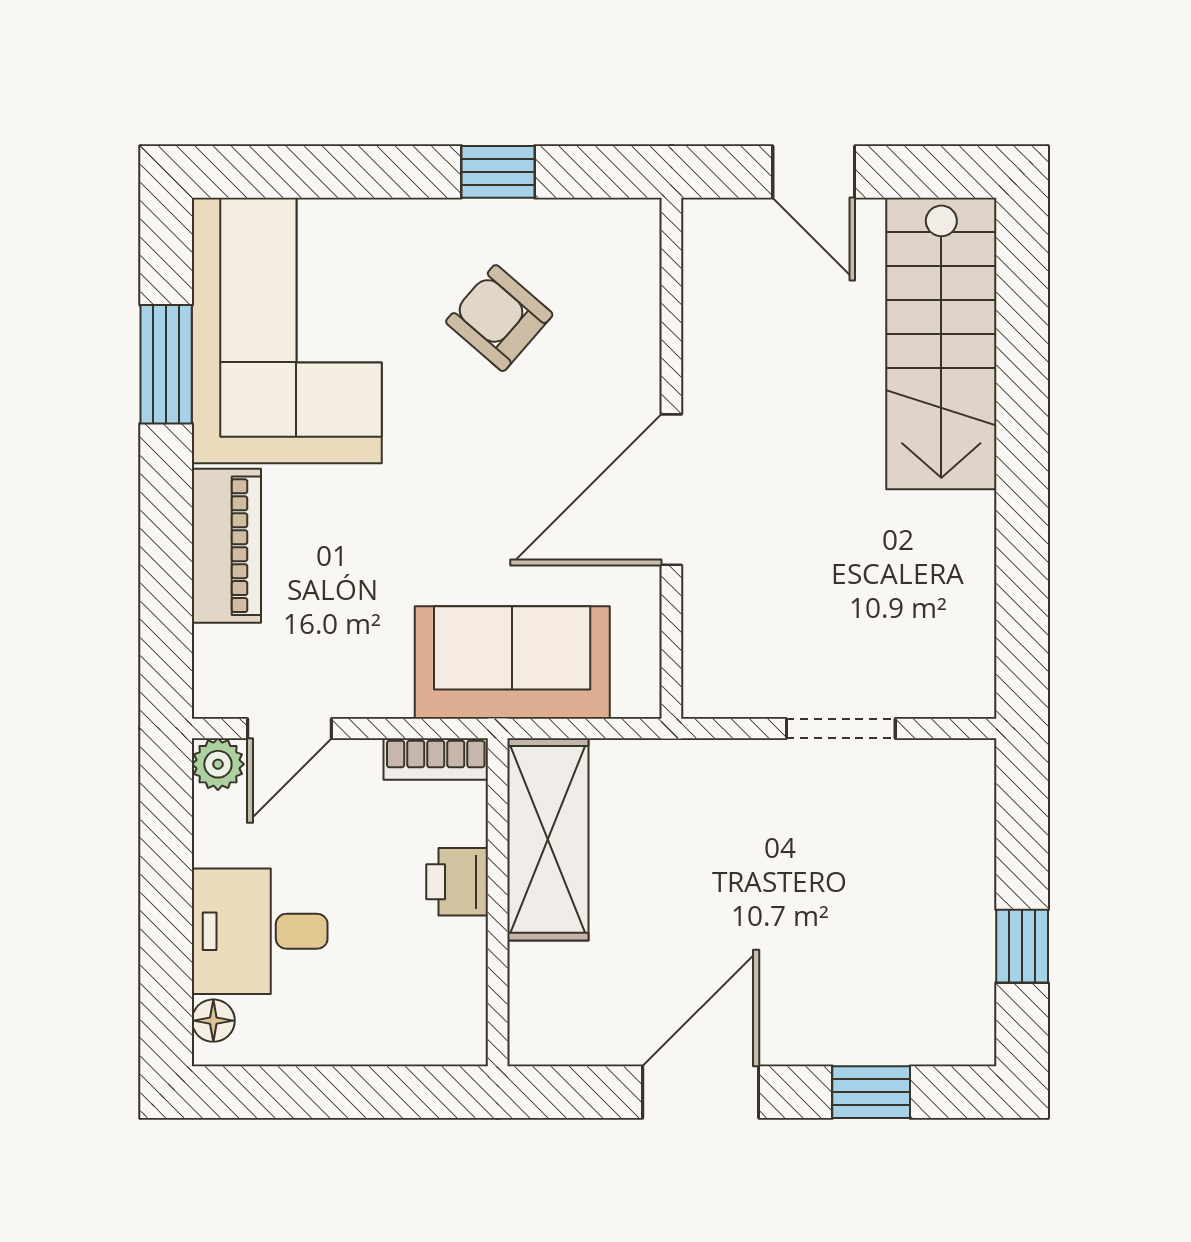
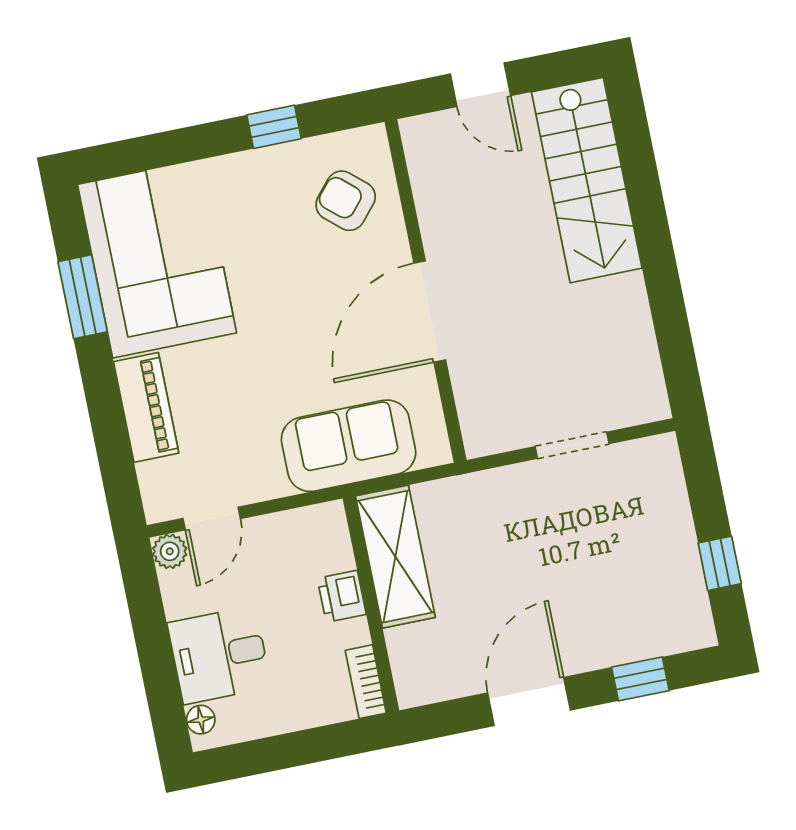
armchair: (499, 318) -> (346, 201), moved
bookcase: (436, 759) -> (366, 682), moved, turned 90

